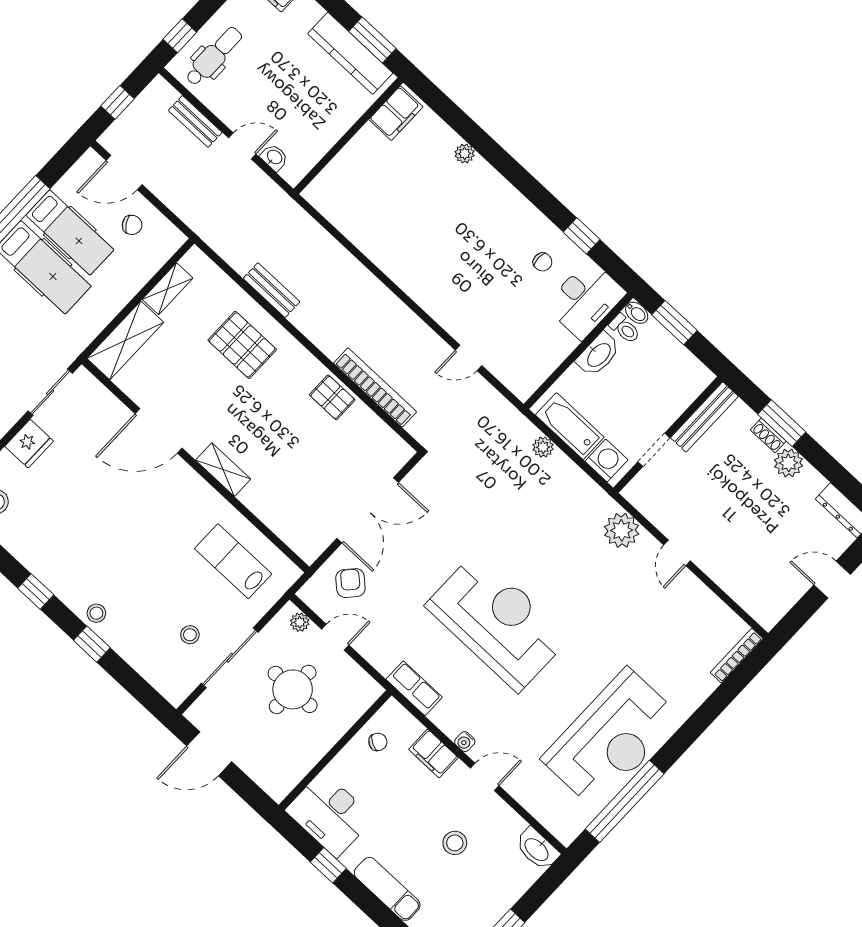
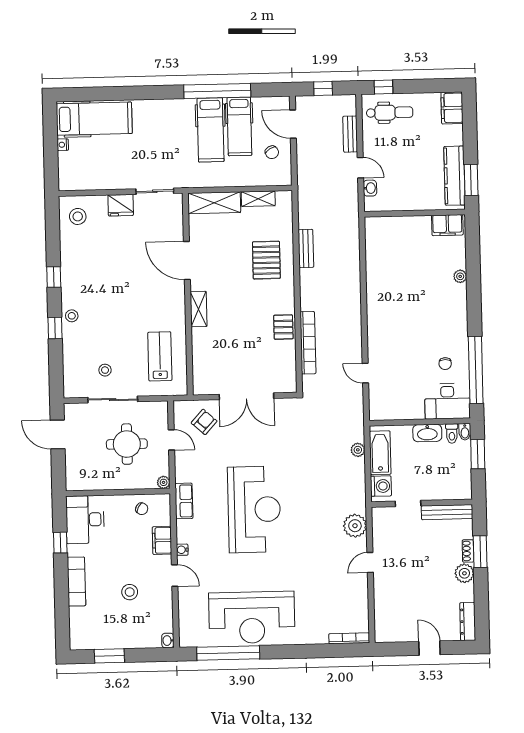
window: (582, 236) -> (476, 370), width x3.17
plant: (300, 622) -> (164, 482), moved
washbasin: (537, 849) -> (168, 641), width x0.52, depth x0.69

